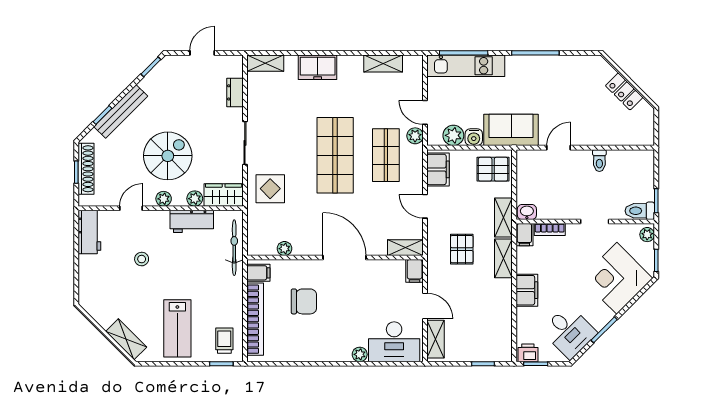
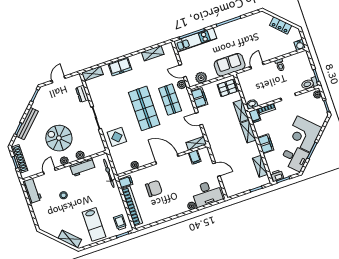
water cooler: (474, 137) -> (300, 45), moved
spiral stairs: (168, 156) -> (59, 138), turned -90
wardrobe: (224, 195) -> (94, 148), removed
pallet: (462, 249) -> (225, 134), removed
filing cabinet: (415, 271) -> (195, 157), moved
corner desk: (617, 278) -> (304, 134), moved
shelving: (435, 339) -> (260, 166), moved

